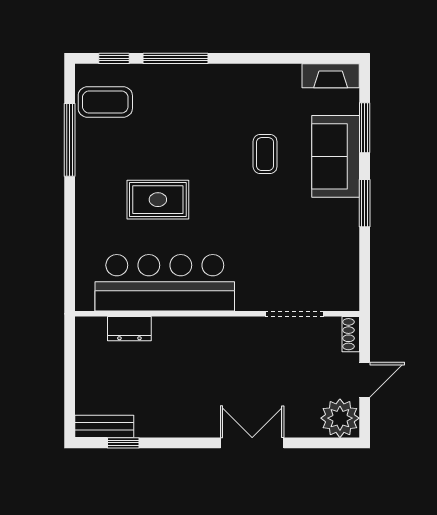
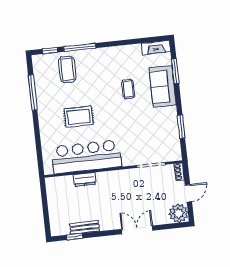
coffee table: (105, 102) -> (67, 69), moved, turned 90
window: (365, 203) -> (181, 127), moved
dresser: (129, 329) -> (85, 179), moved
bench: (104, 426) -> (85, 227), moved

